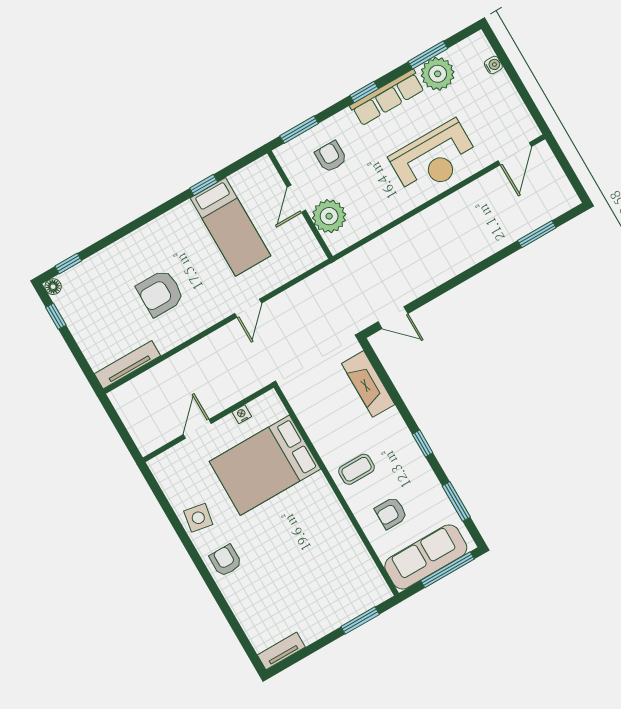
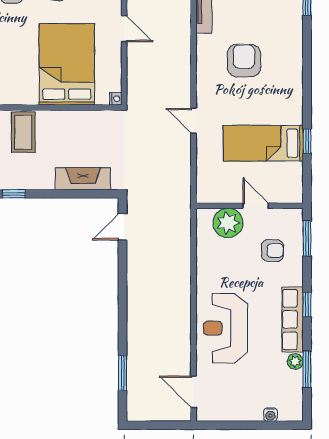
plant: (438, 74) -> (295, 361), width x0.53, depth x0.53
nightstand: (242, 414) -> (116, 99), moved
coffee table: (357, 469) -> (23, 132), width x1.36, depth x1.30

